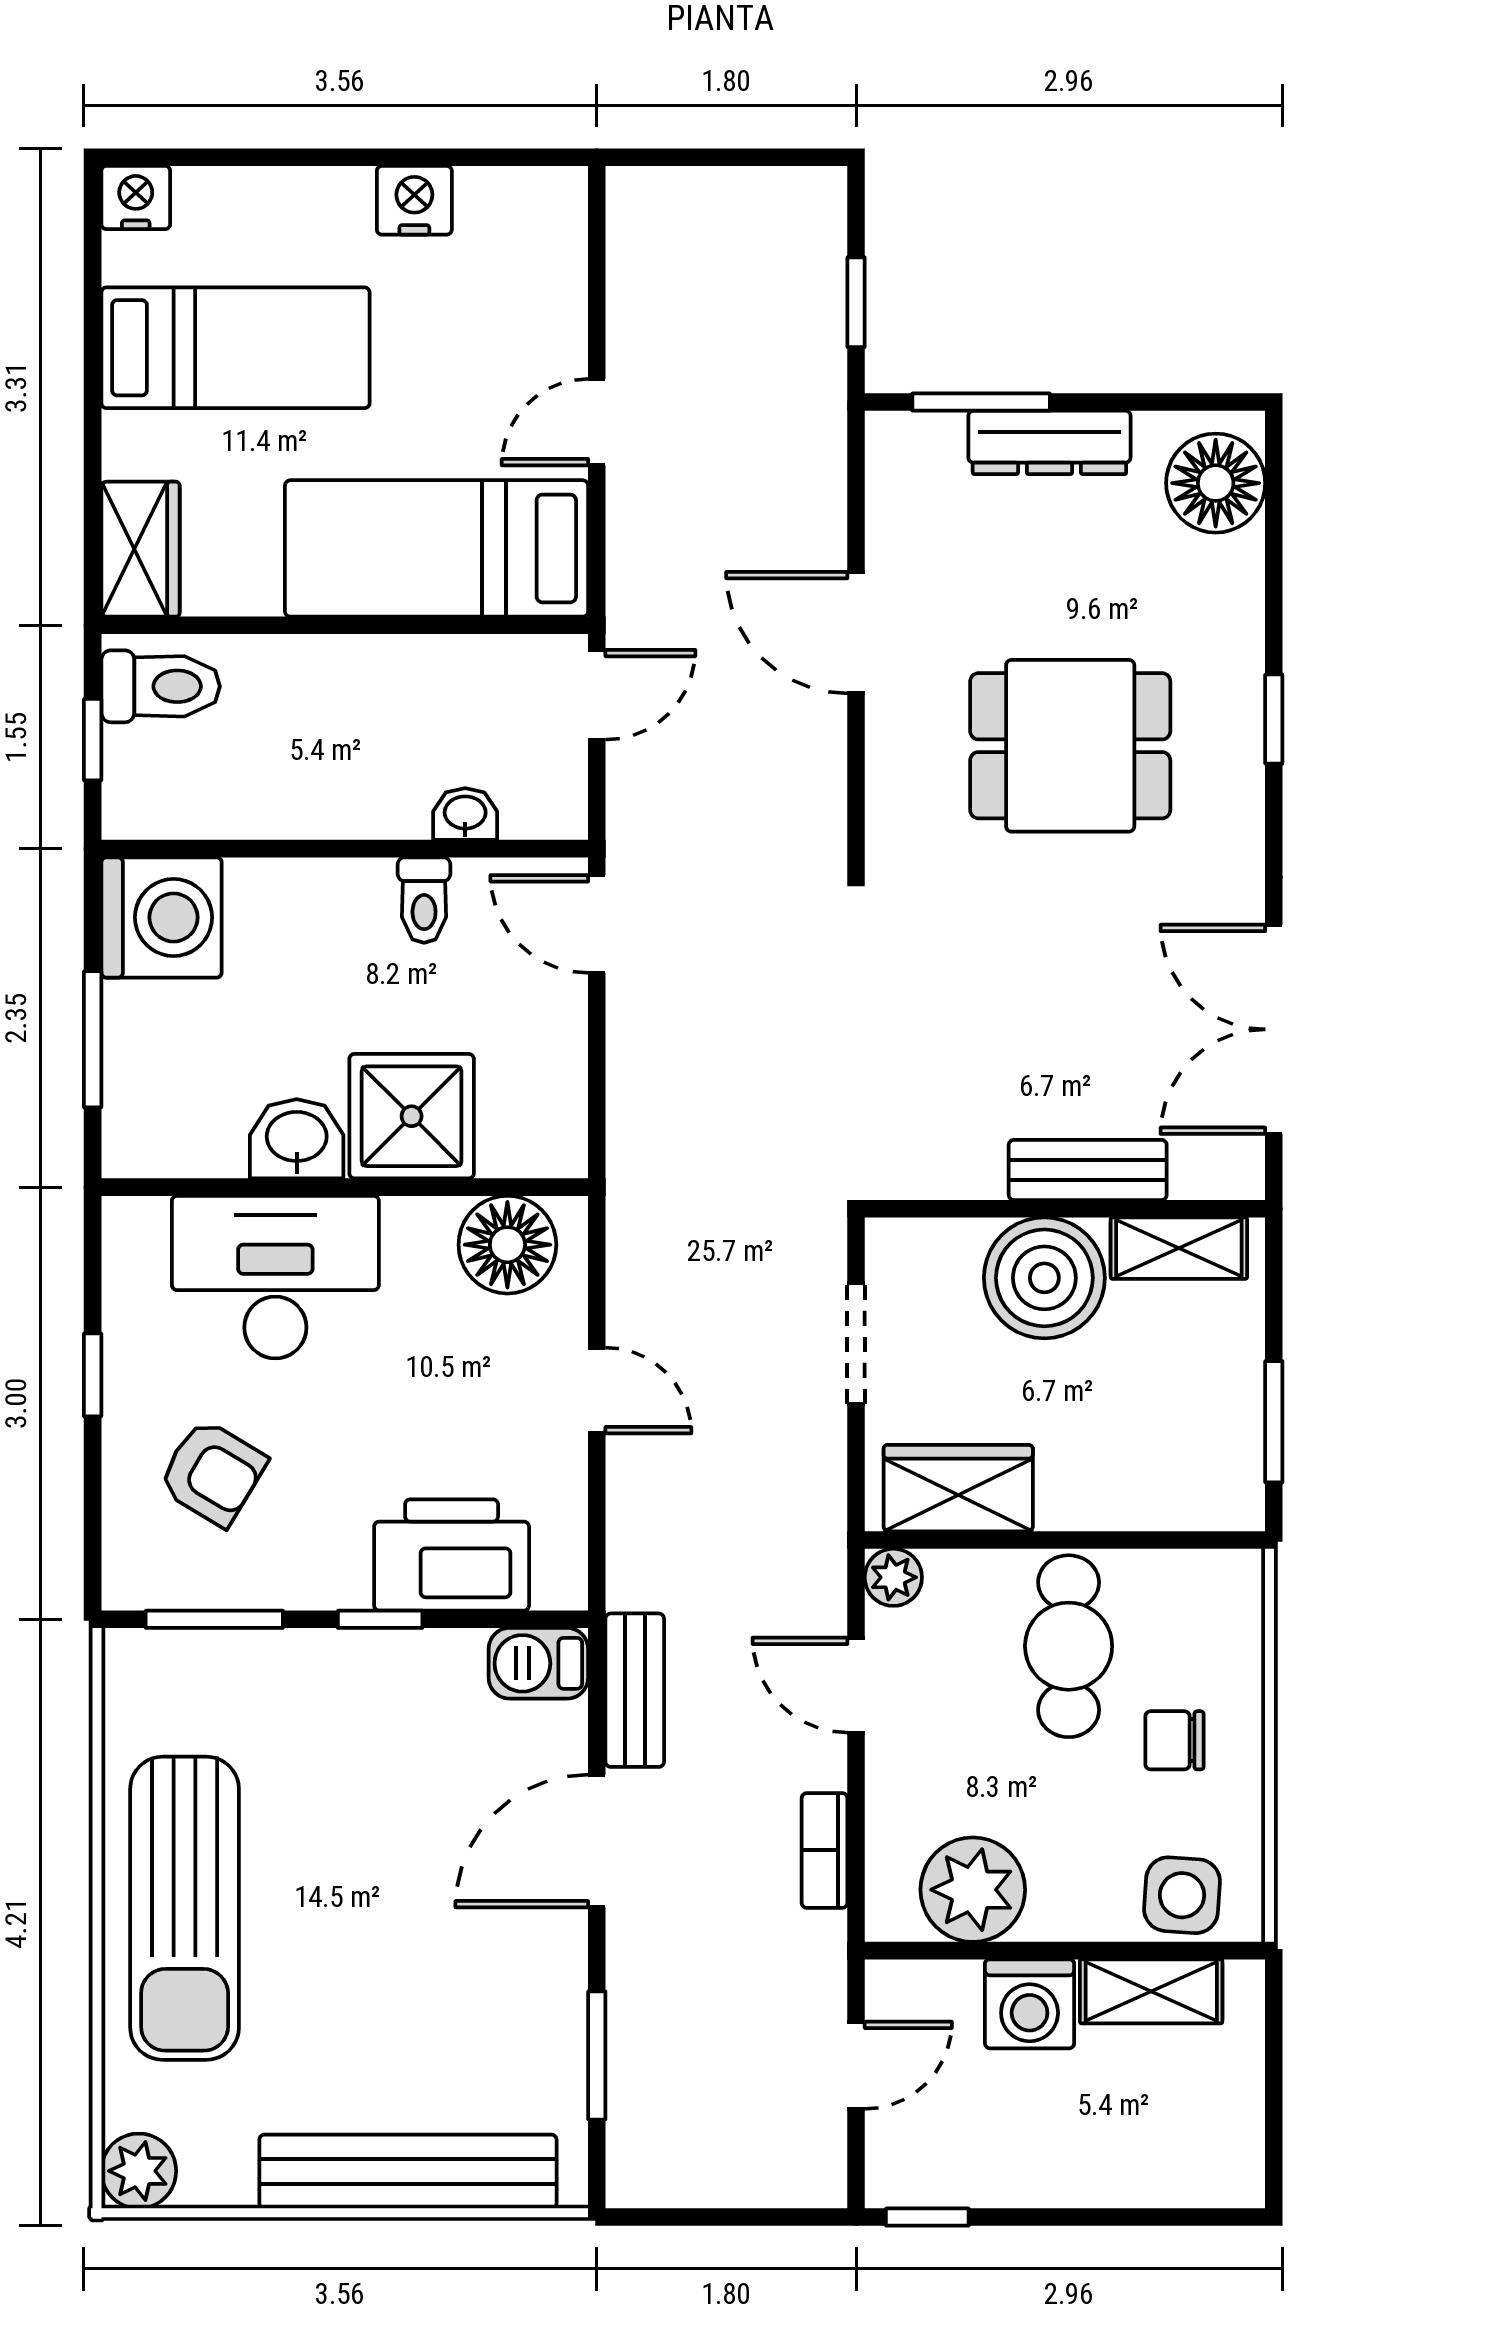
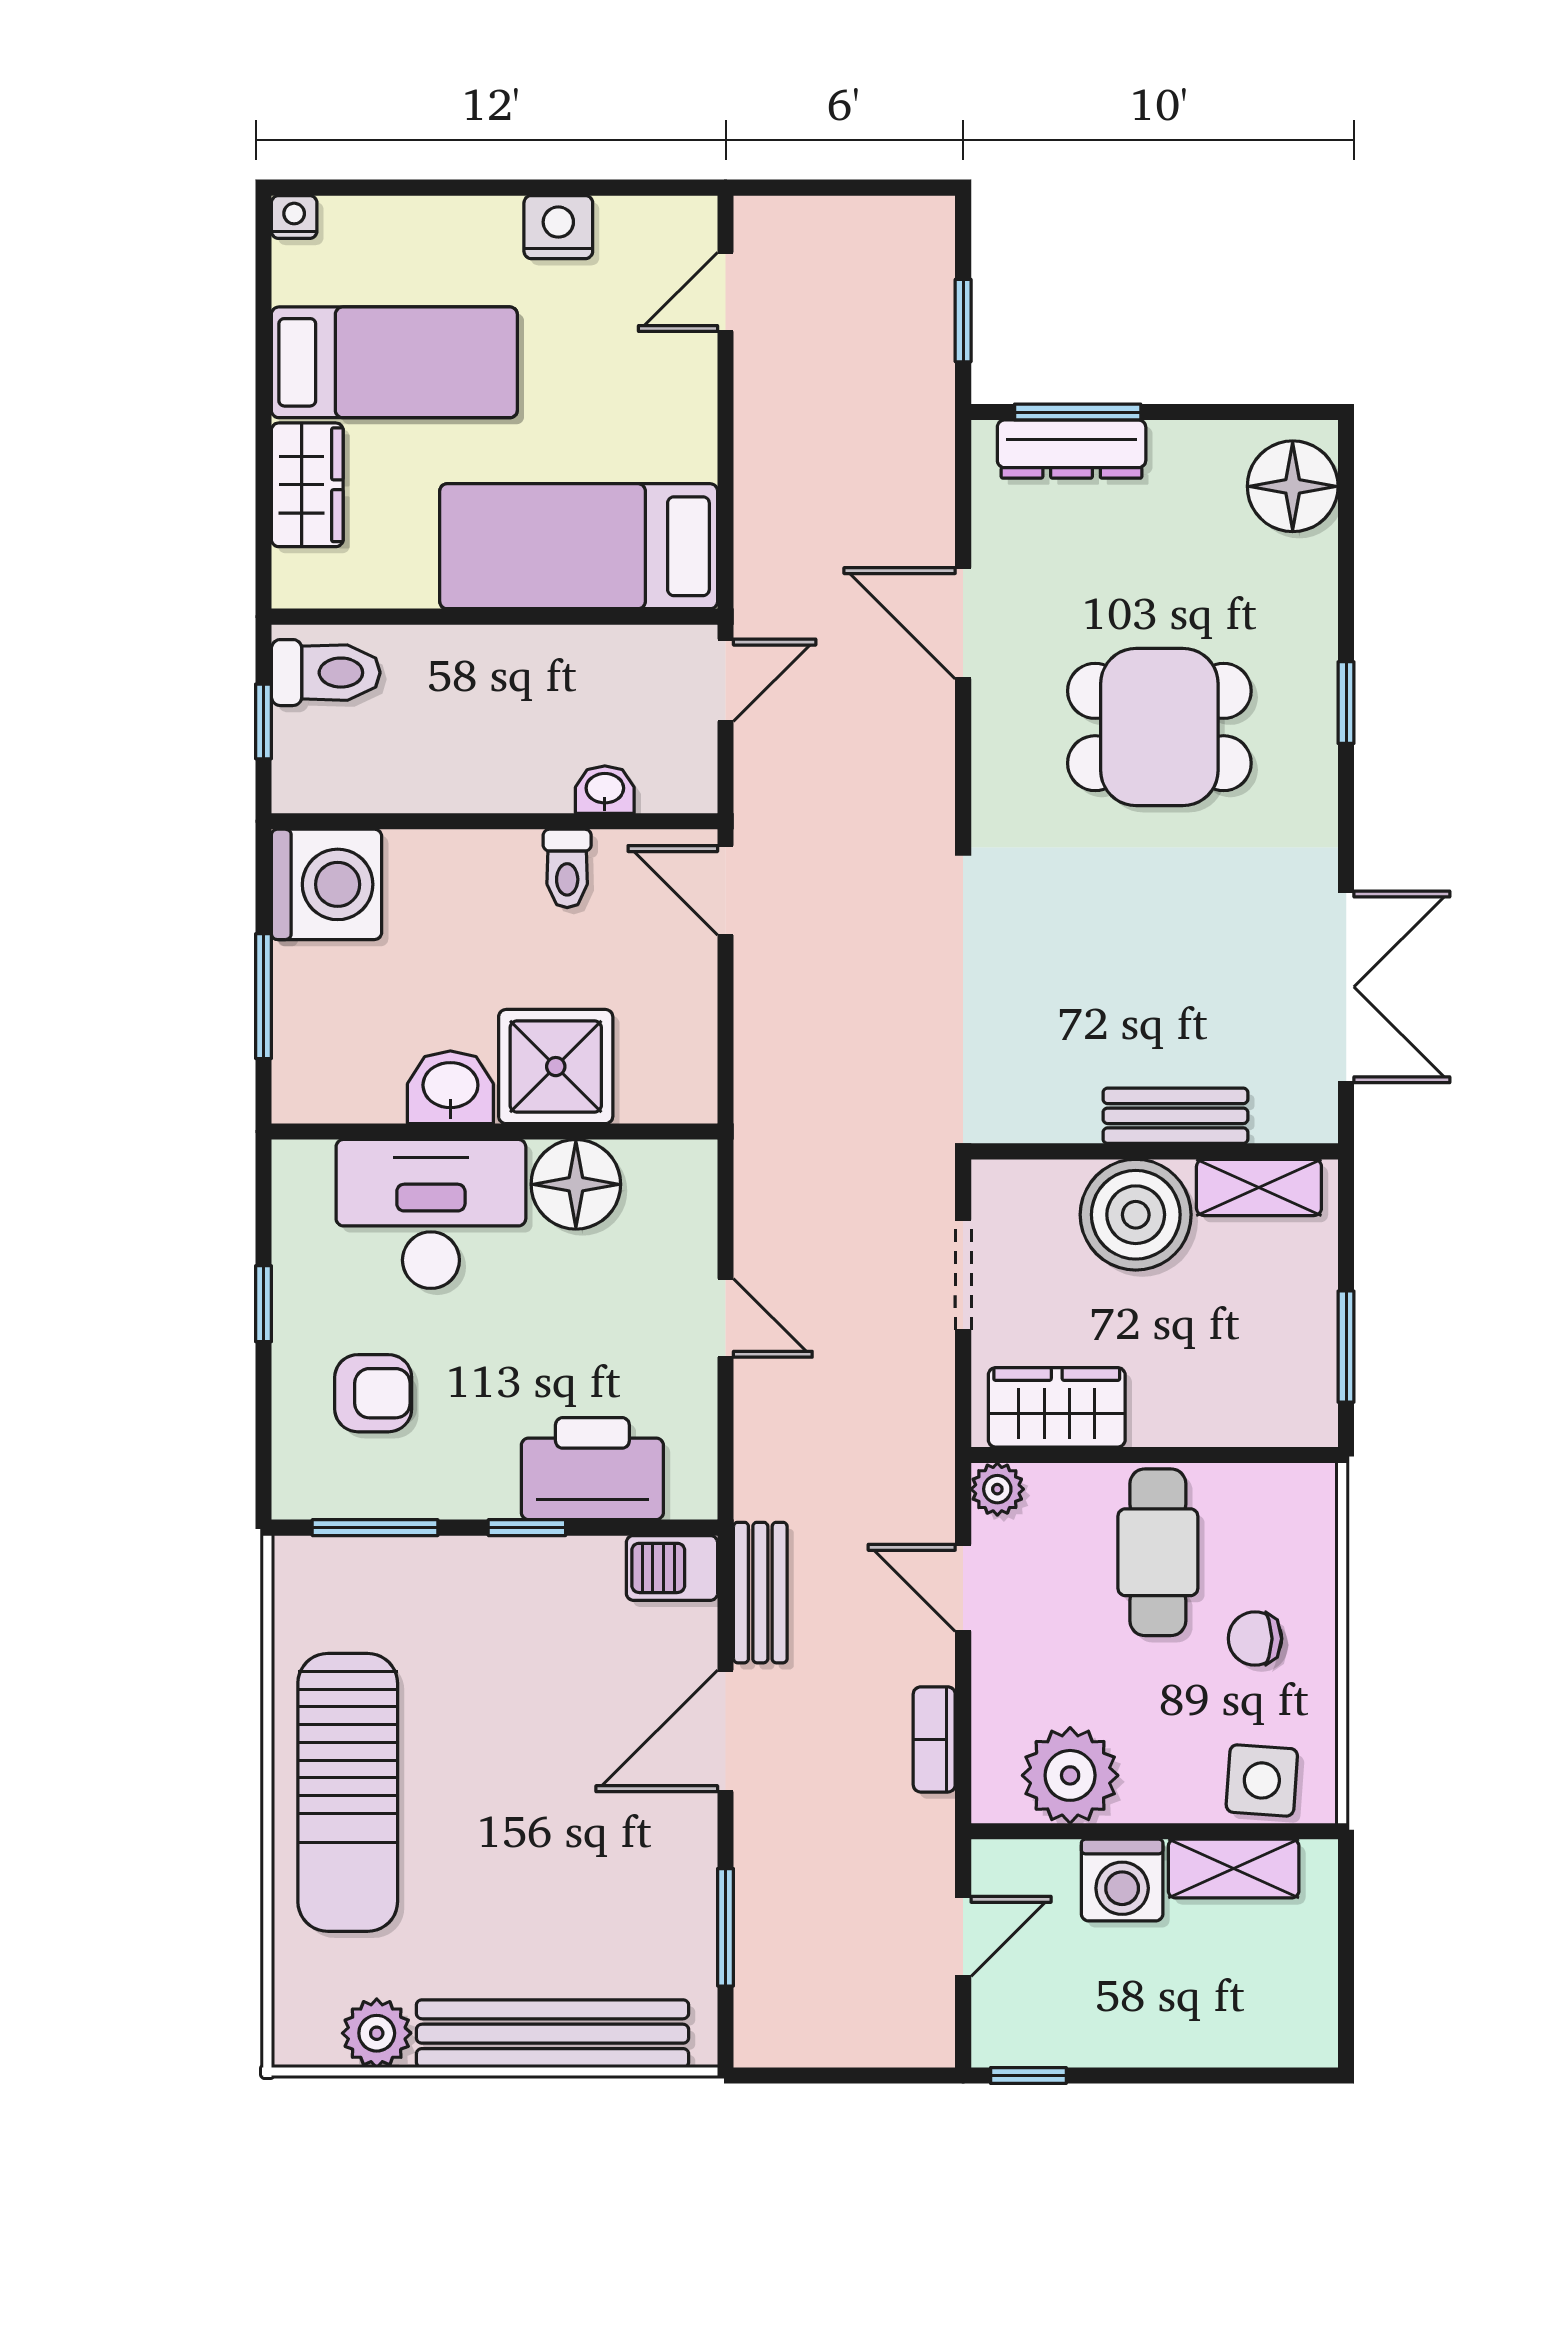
nightstand: (136, 198) -> (294, 217), width x0.72, depth x0.74
door: (597, 422) -> (726, 292), moved
dresser: (1049, 442) -> (1072, 449), moved
wardrobe: (140, 549) -> (307, 485), moved
double door: (1274, 1029) -> (1346, 987), swing flipped
floor lamp: (507, 1245) -> (576, 1184), moved
armchair: (212, 1473) -> (373, 1393), turned -31
plant: (139, 2171) -> (377, 2033), moved

